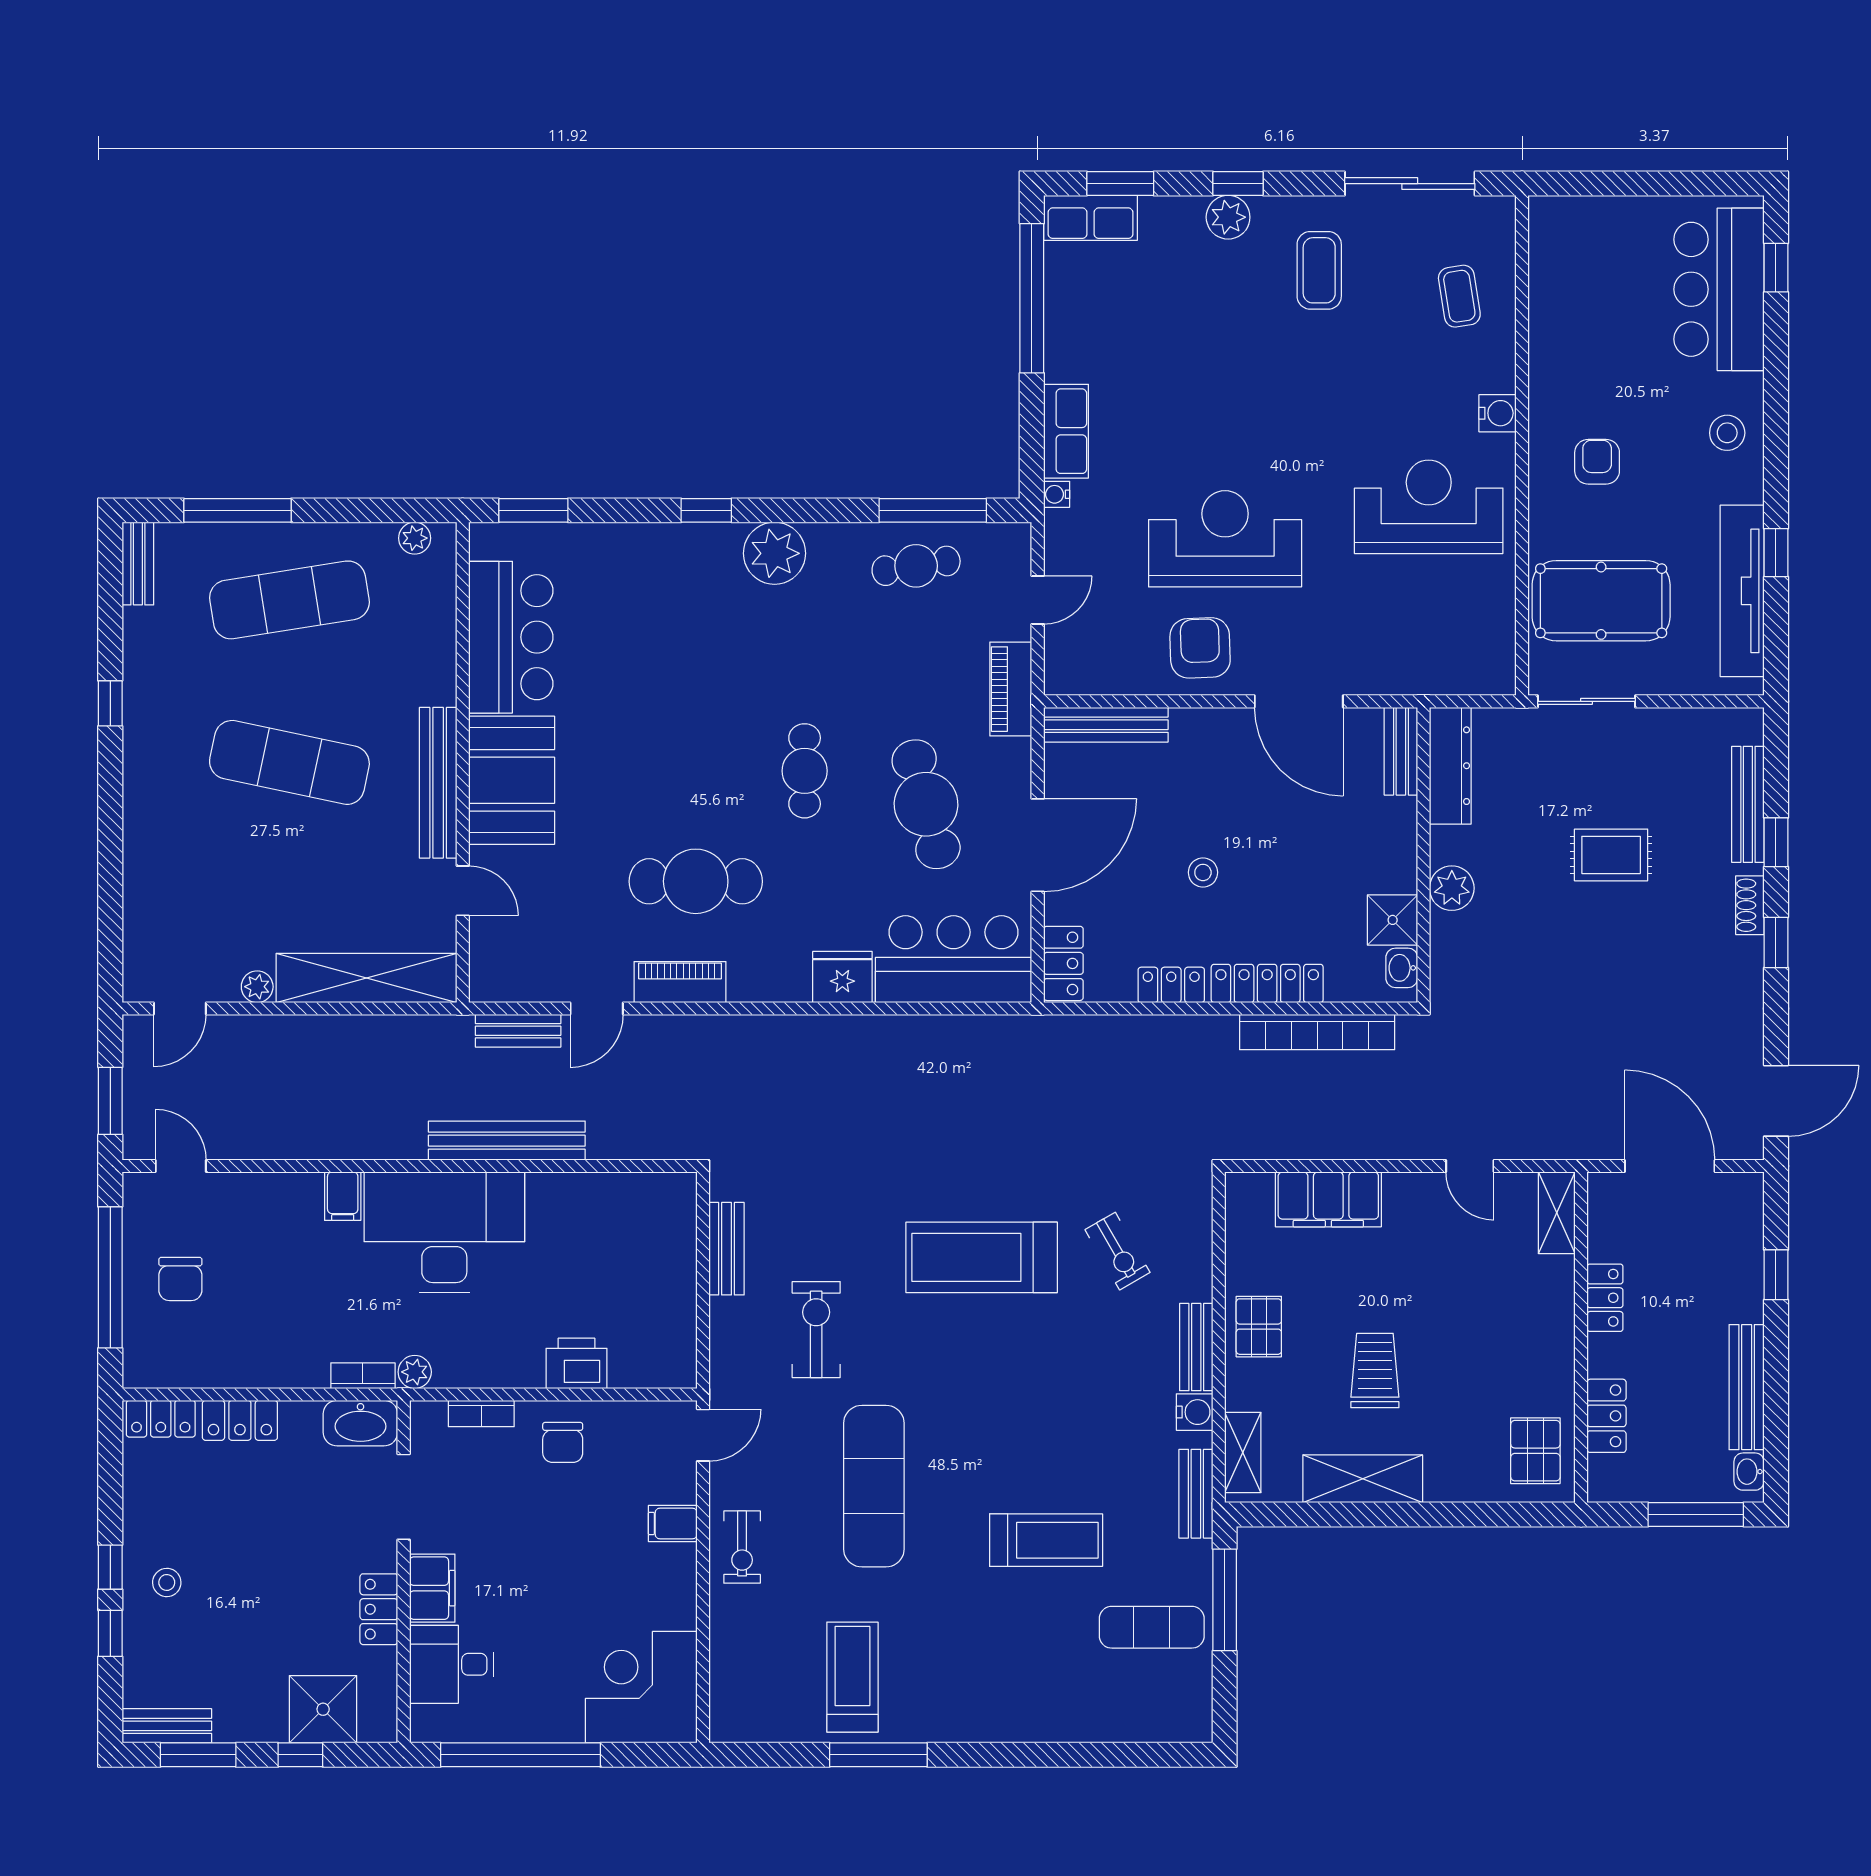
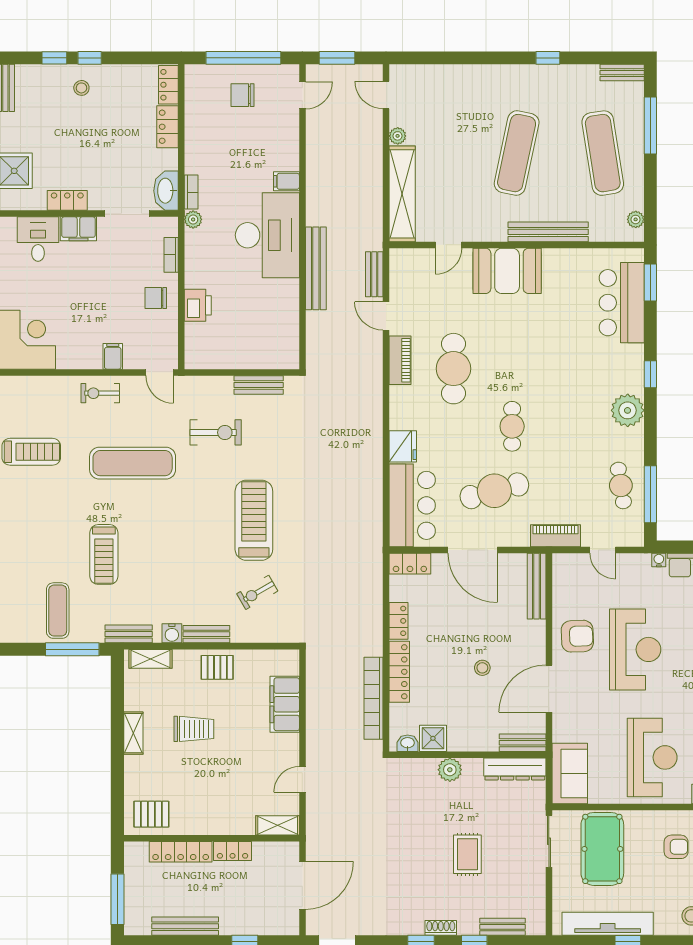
bar counter: (511, 637) -> (622, 303), moved, turned 90
sofa: (1459, 662) -> (570, 773), added
cafe table: (805, 771) -> (512, 426), turned 90
bench: (438, 783) -> (548, 232), moved
bench: (1748, 804) -> (503, 927), width x0.73
stool: (1203, 872) -> (482, 668), moved
locker: (1607, 1416) -> (181, 852), width x1.53
washbasin: (1749, 1472) -> (140, 927), removed
shelving: (1363, 1479) -> (133, 733), width x0.67, depth x0.75

